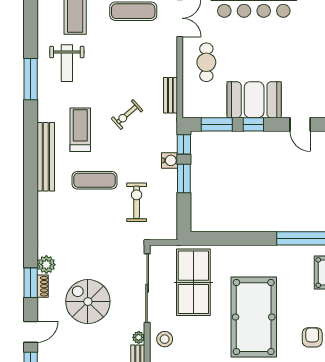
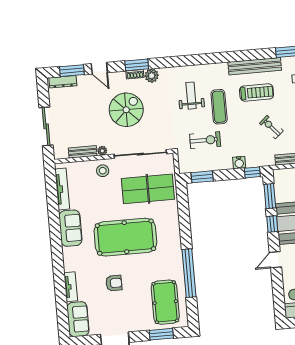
bench: (46, 157) -> (255, 66), moved
window: (184, 179) -> (202, 177), moved
weight bench: (77, 215) -> (191, 96), added

